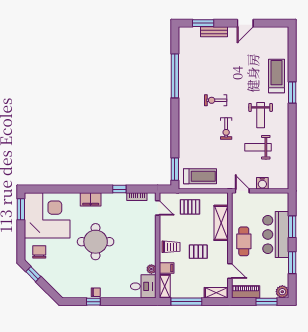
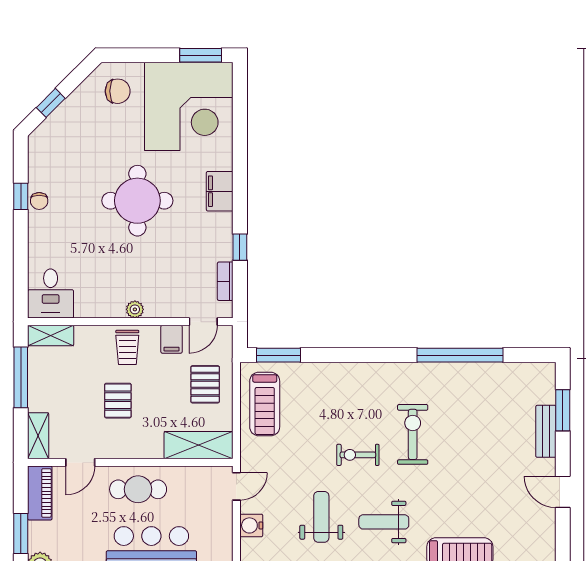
exercise bike: (216, 100) -> (413, 434), width x1.38, depth x1.39
shelving: (221, 223) -> (199, 445), moved
filing cabinet: (167, 268) -> (172, 339), moved
plant: (151, 269) -> (135, 309), moved
window: (33, 274) -> (51, 103), moved

